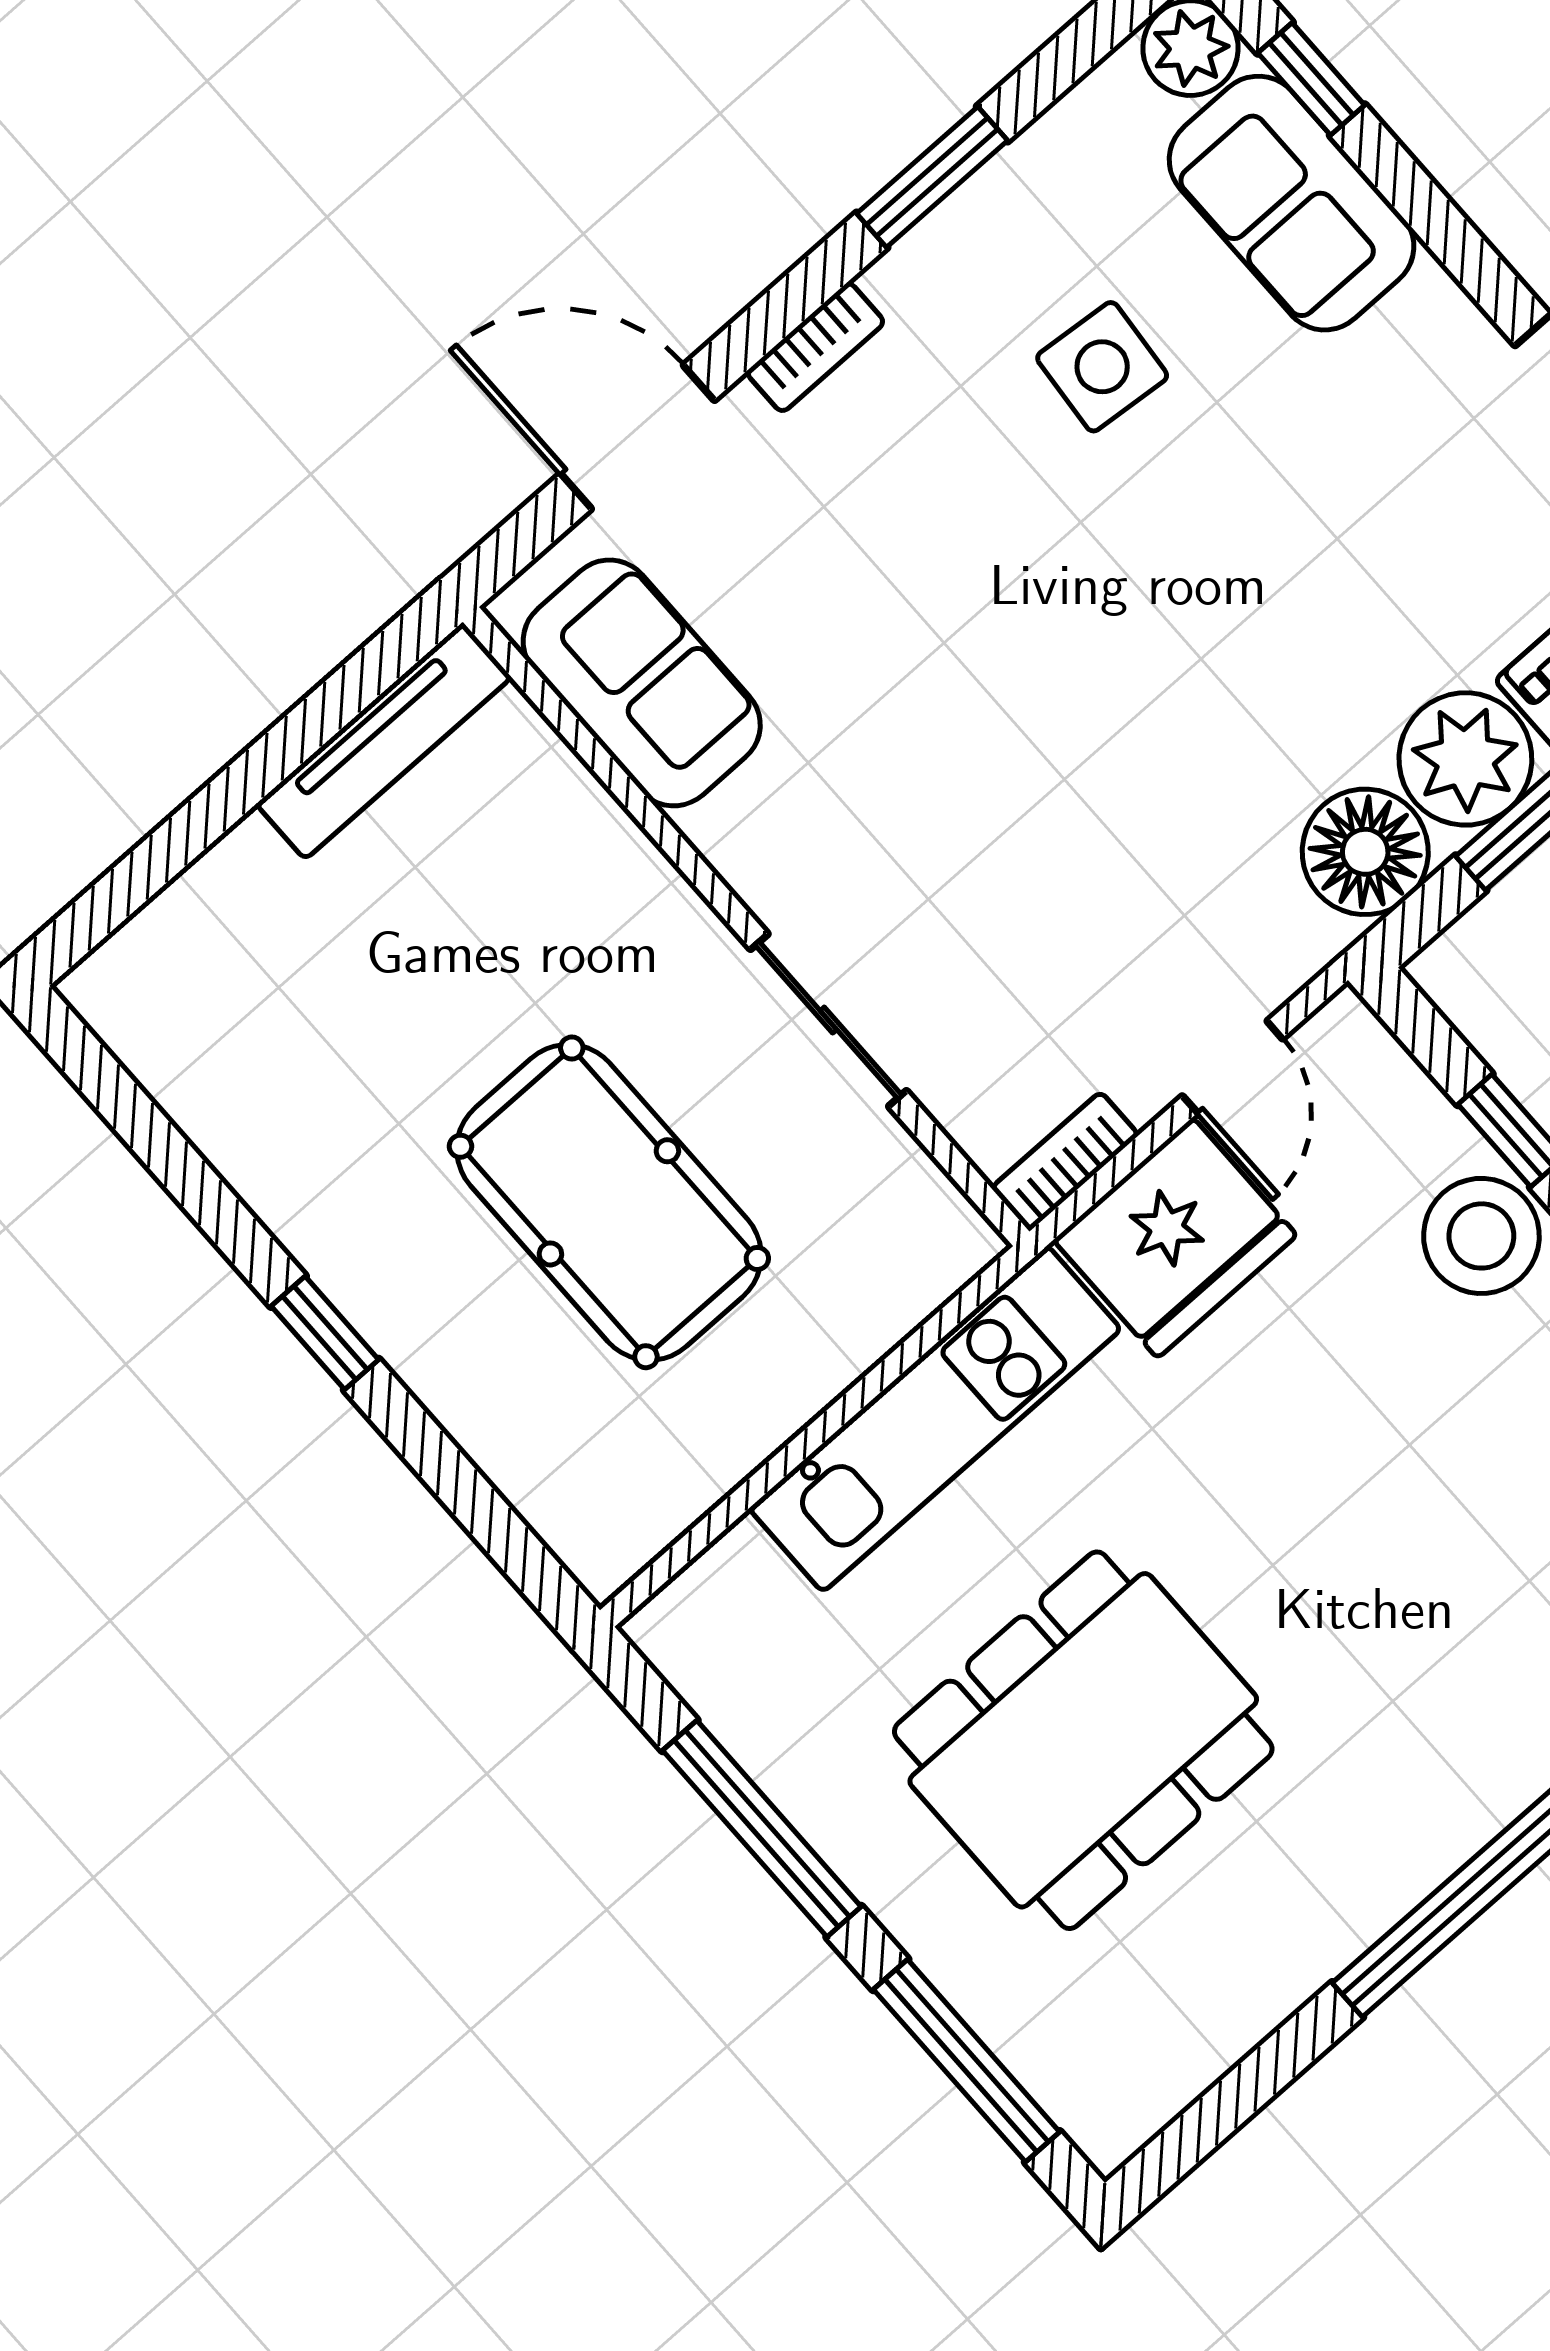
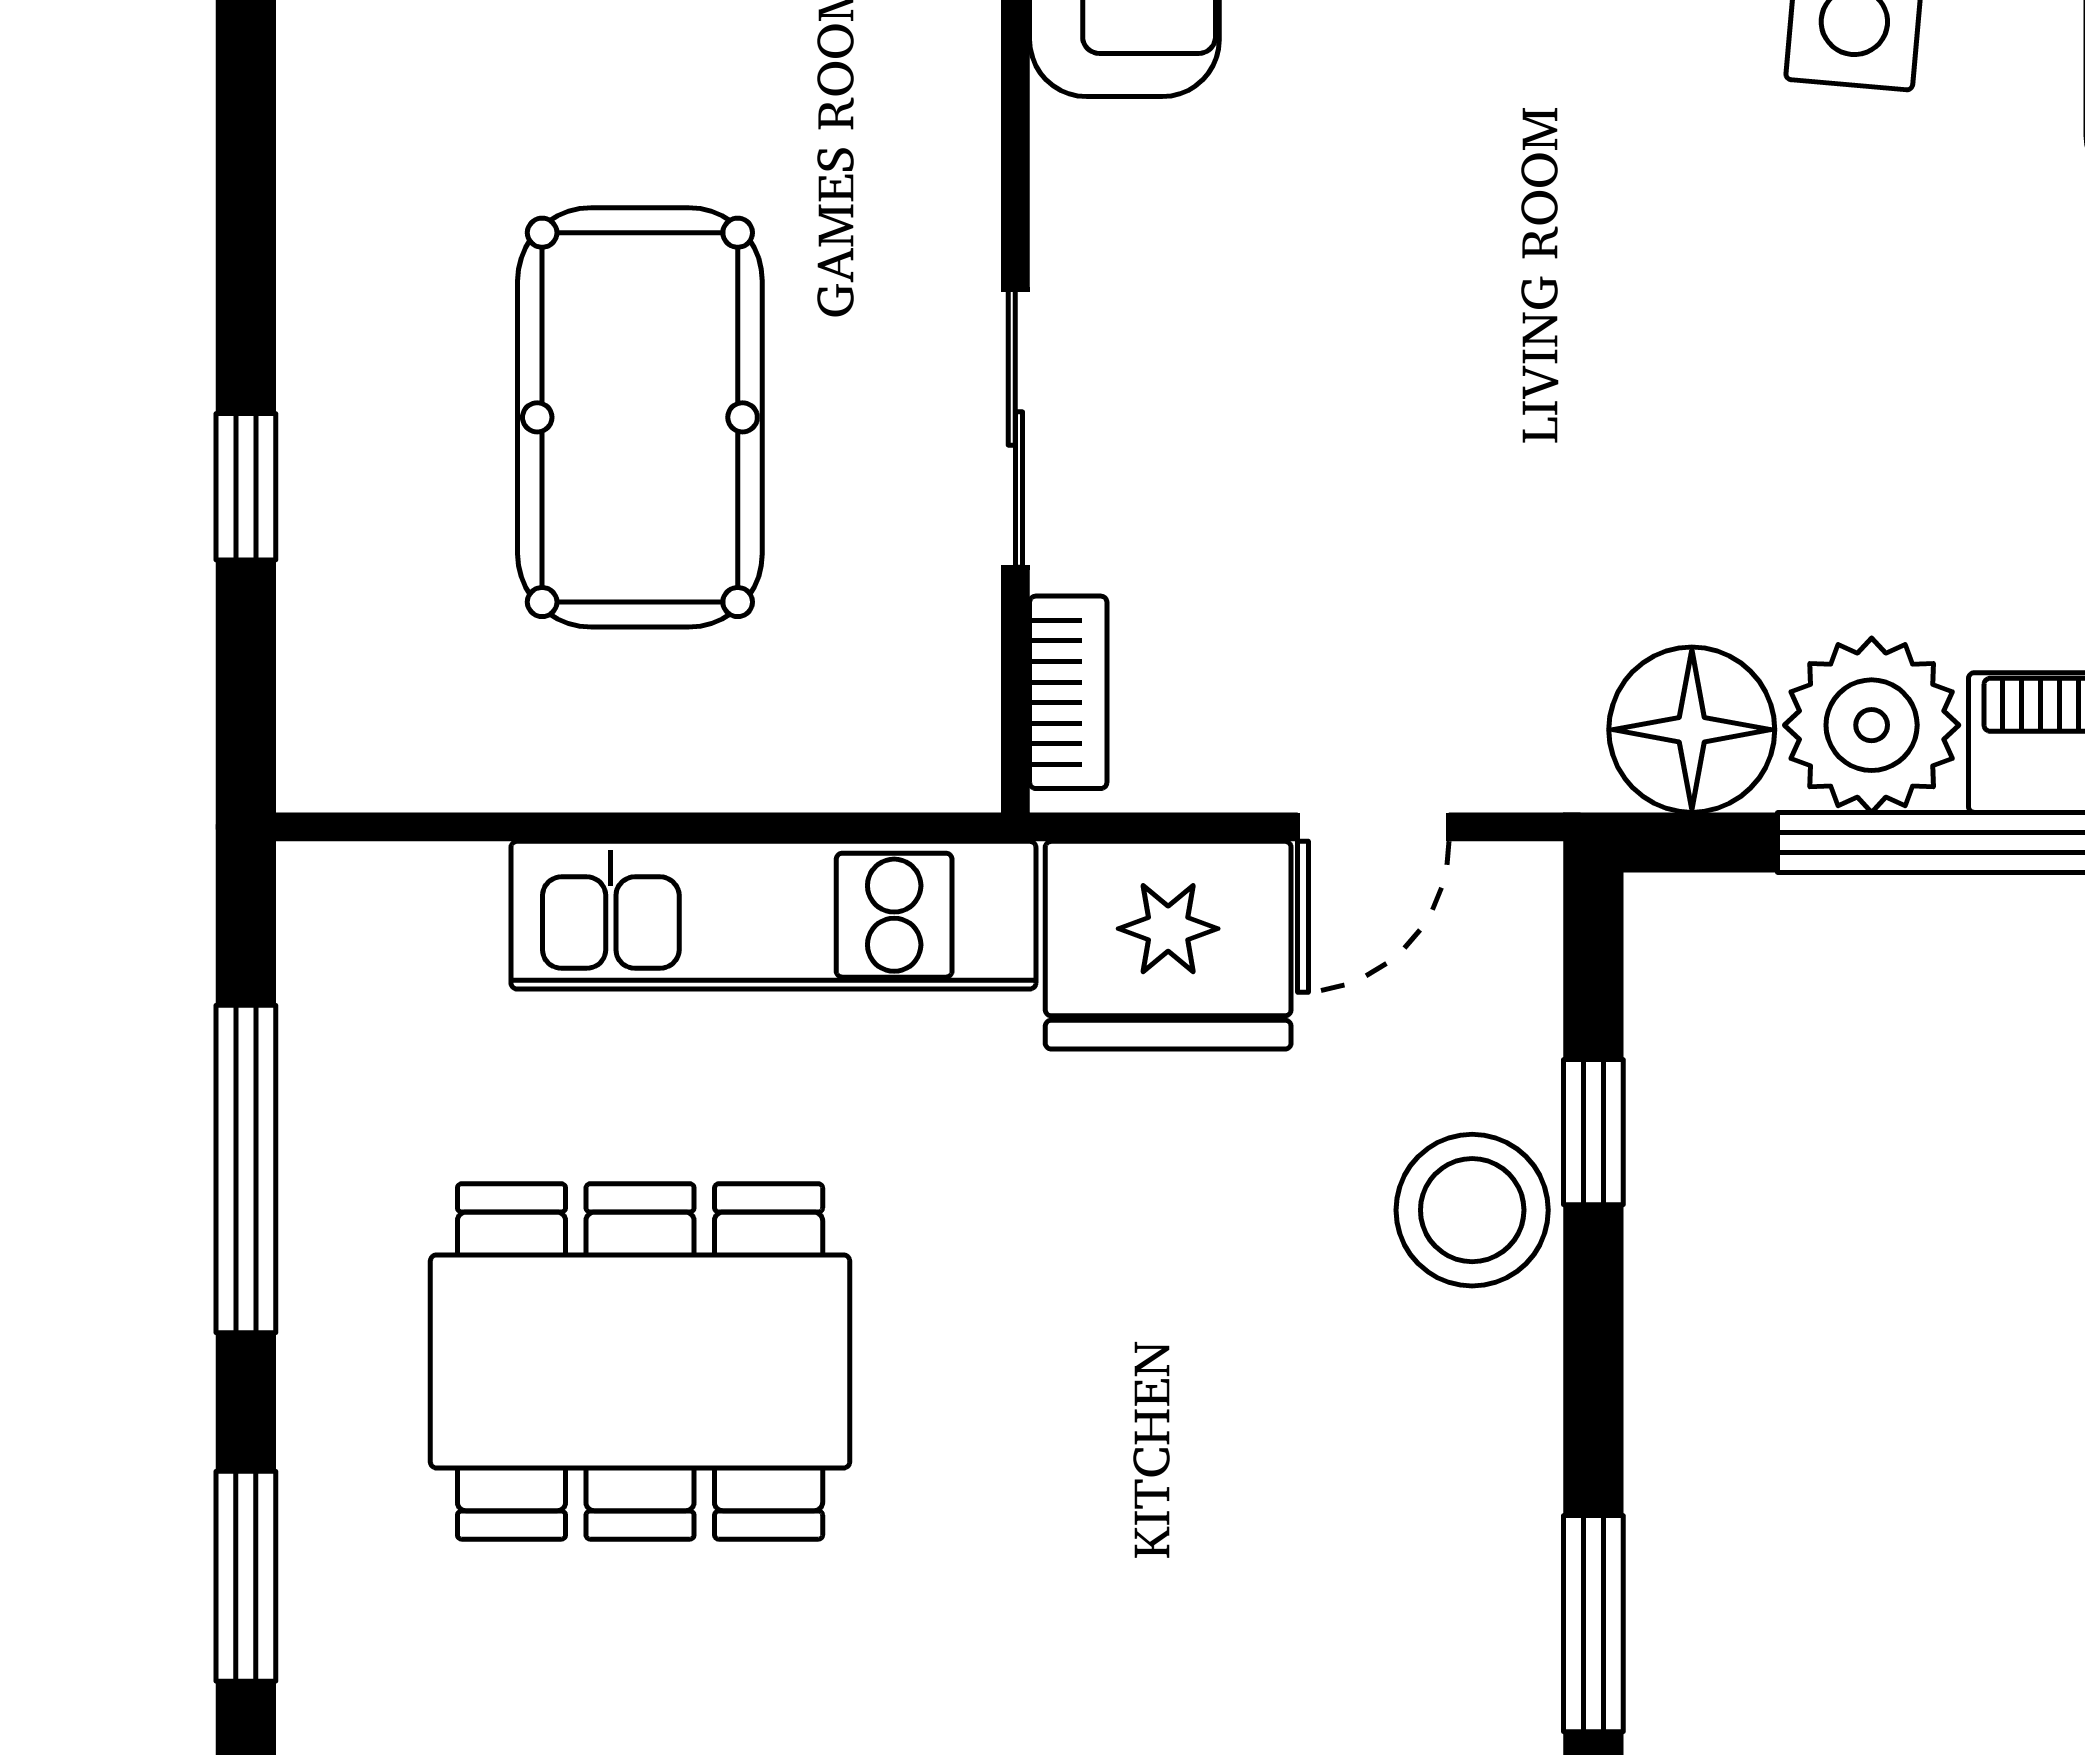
bookcase: (1065, 1161) -> (1068, 692), moved, turned 90
window: (325, 1333) -> (246, 487), moved
window: (967, 2061) -> (246, 1576), width x0.69

